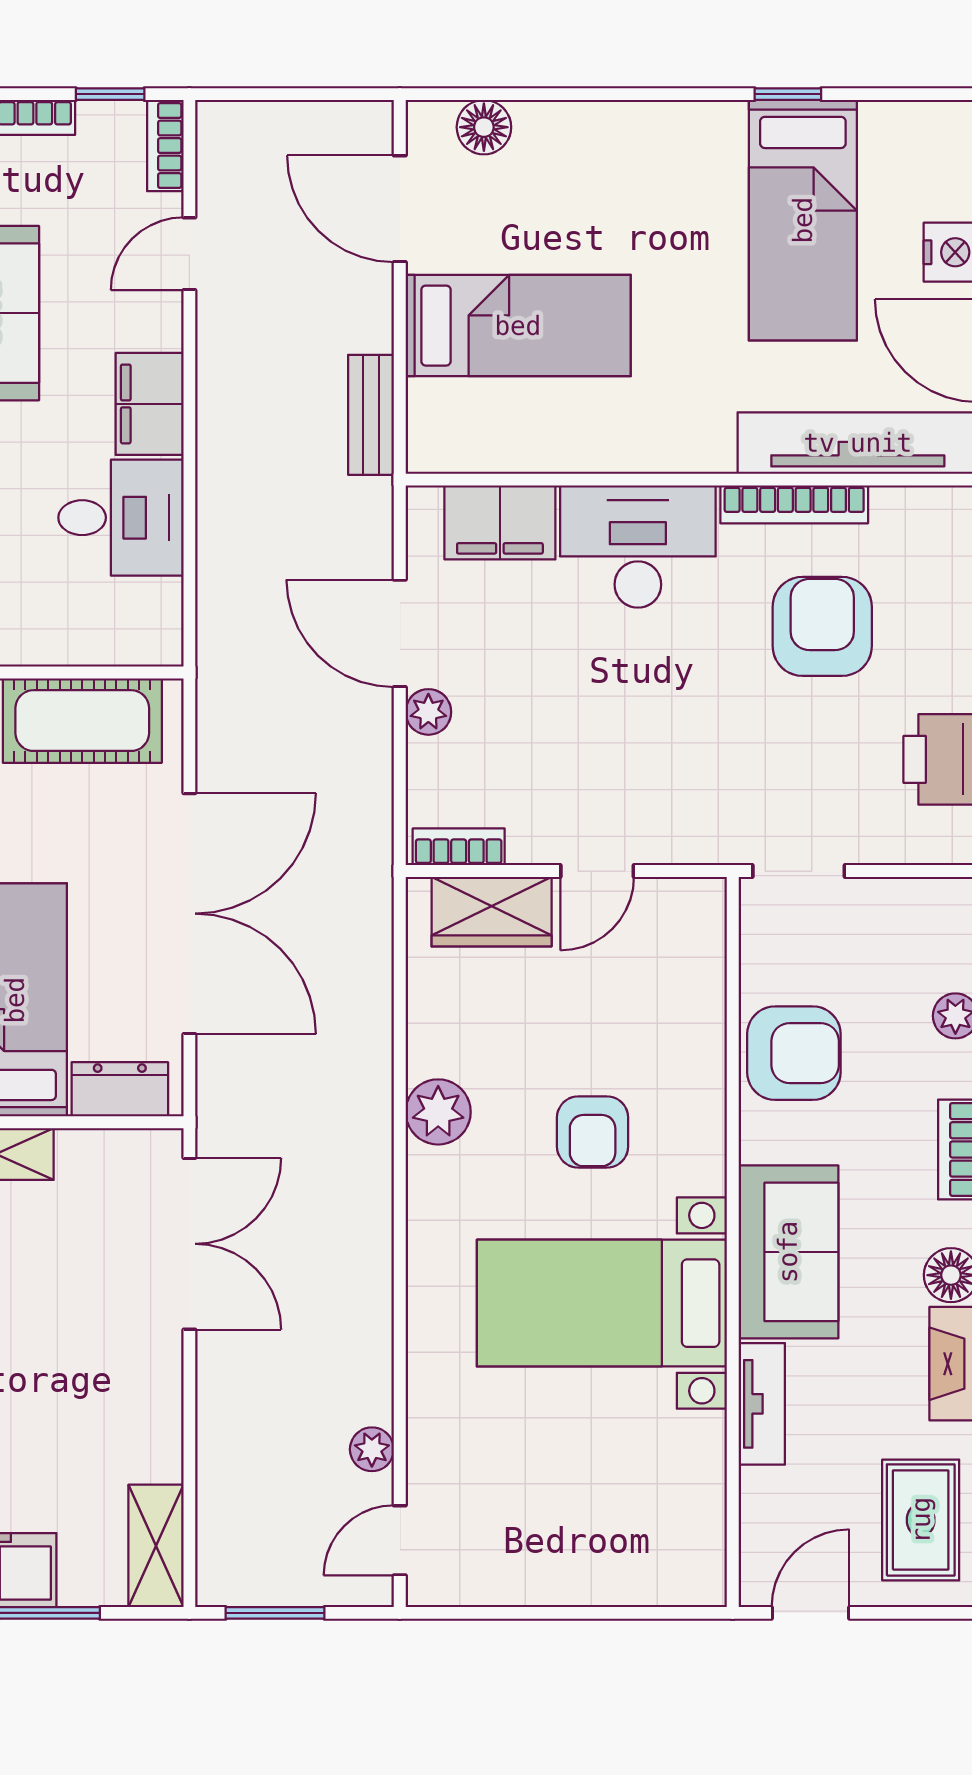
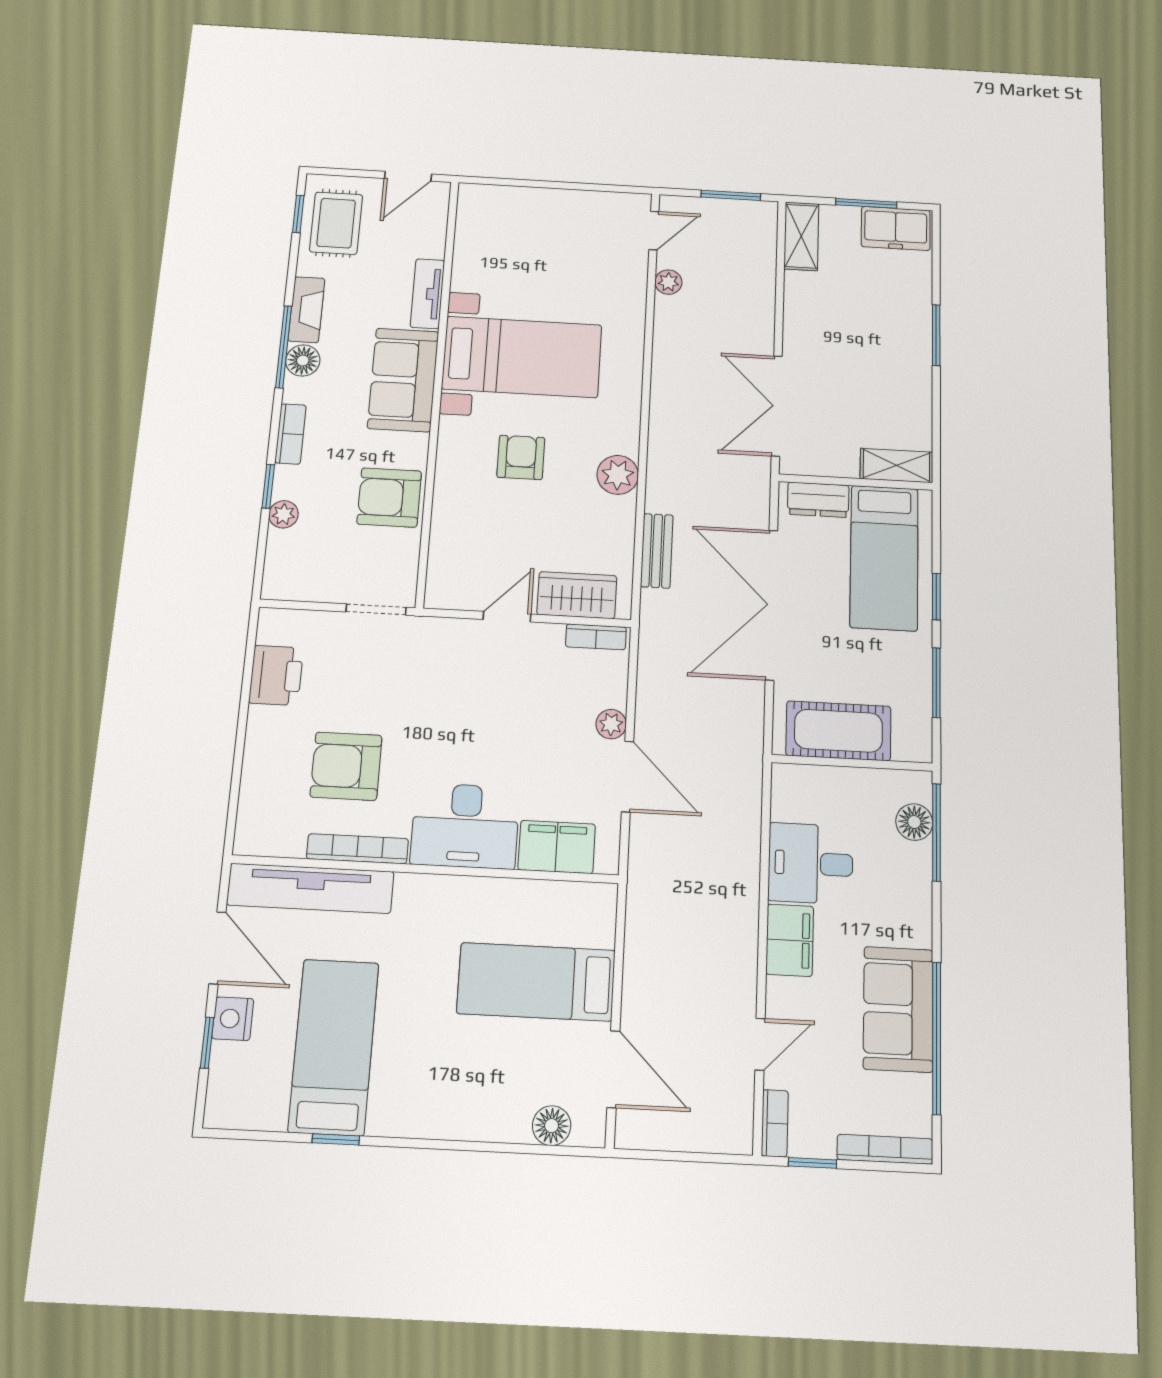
bench: (371, 415) -> (657, 551), moved
armchair: (822, 626) -> (346, 766), turned 90

